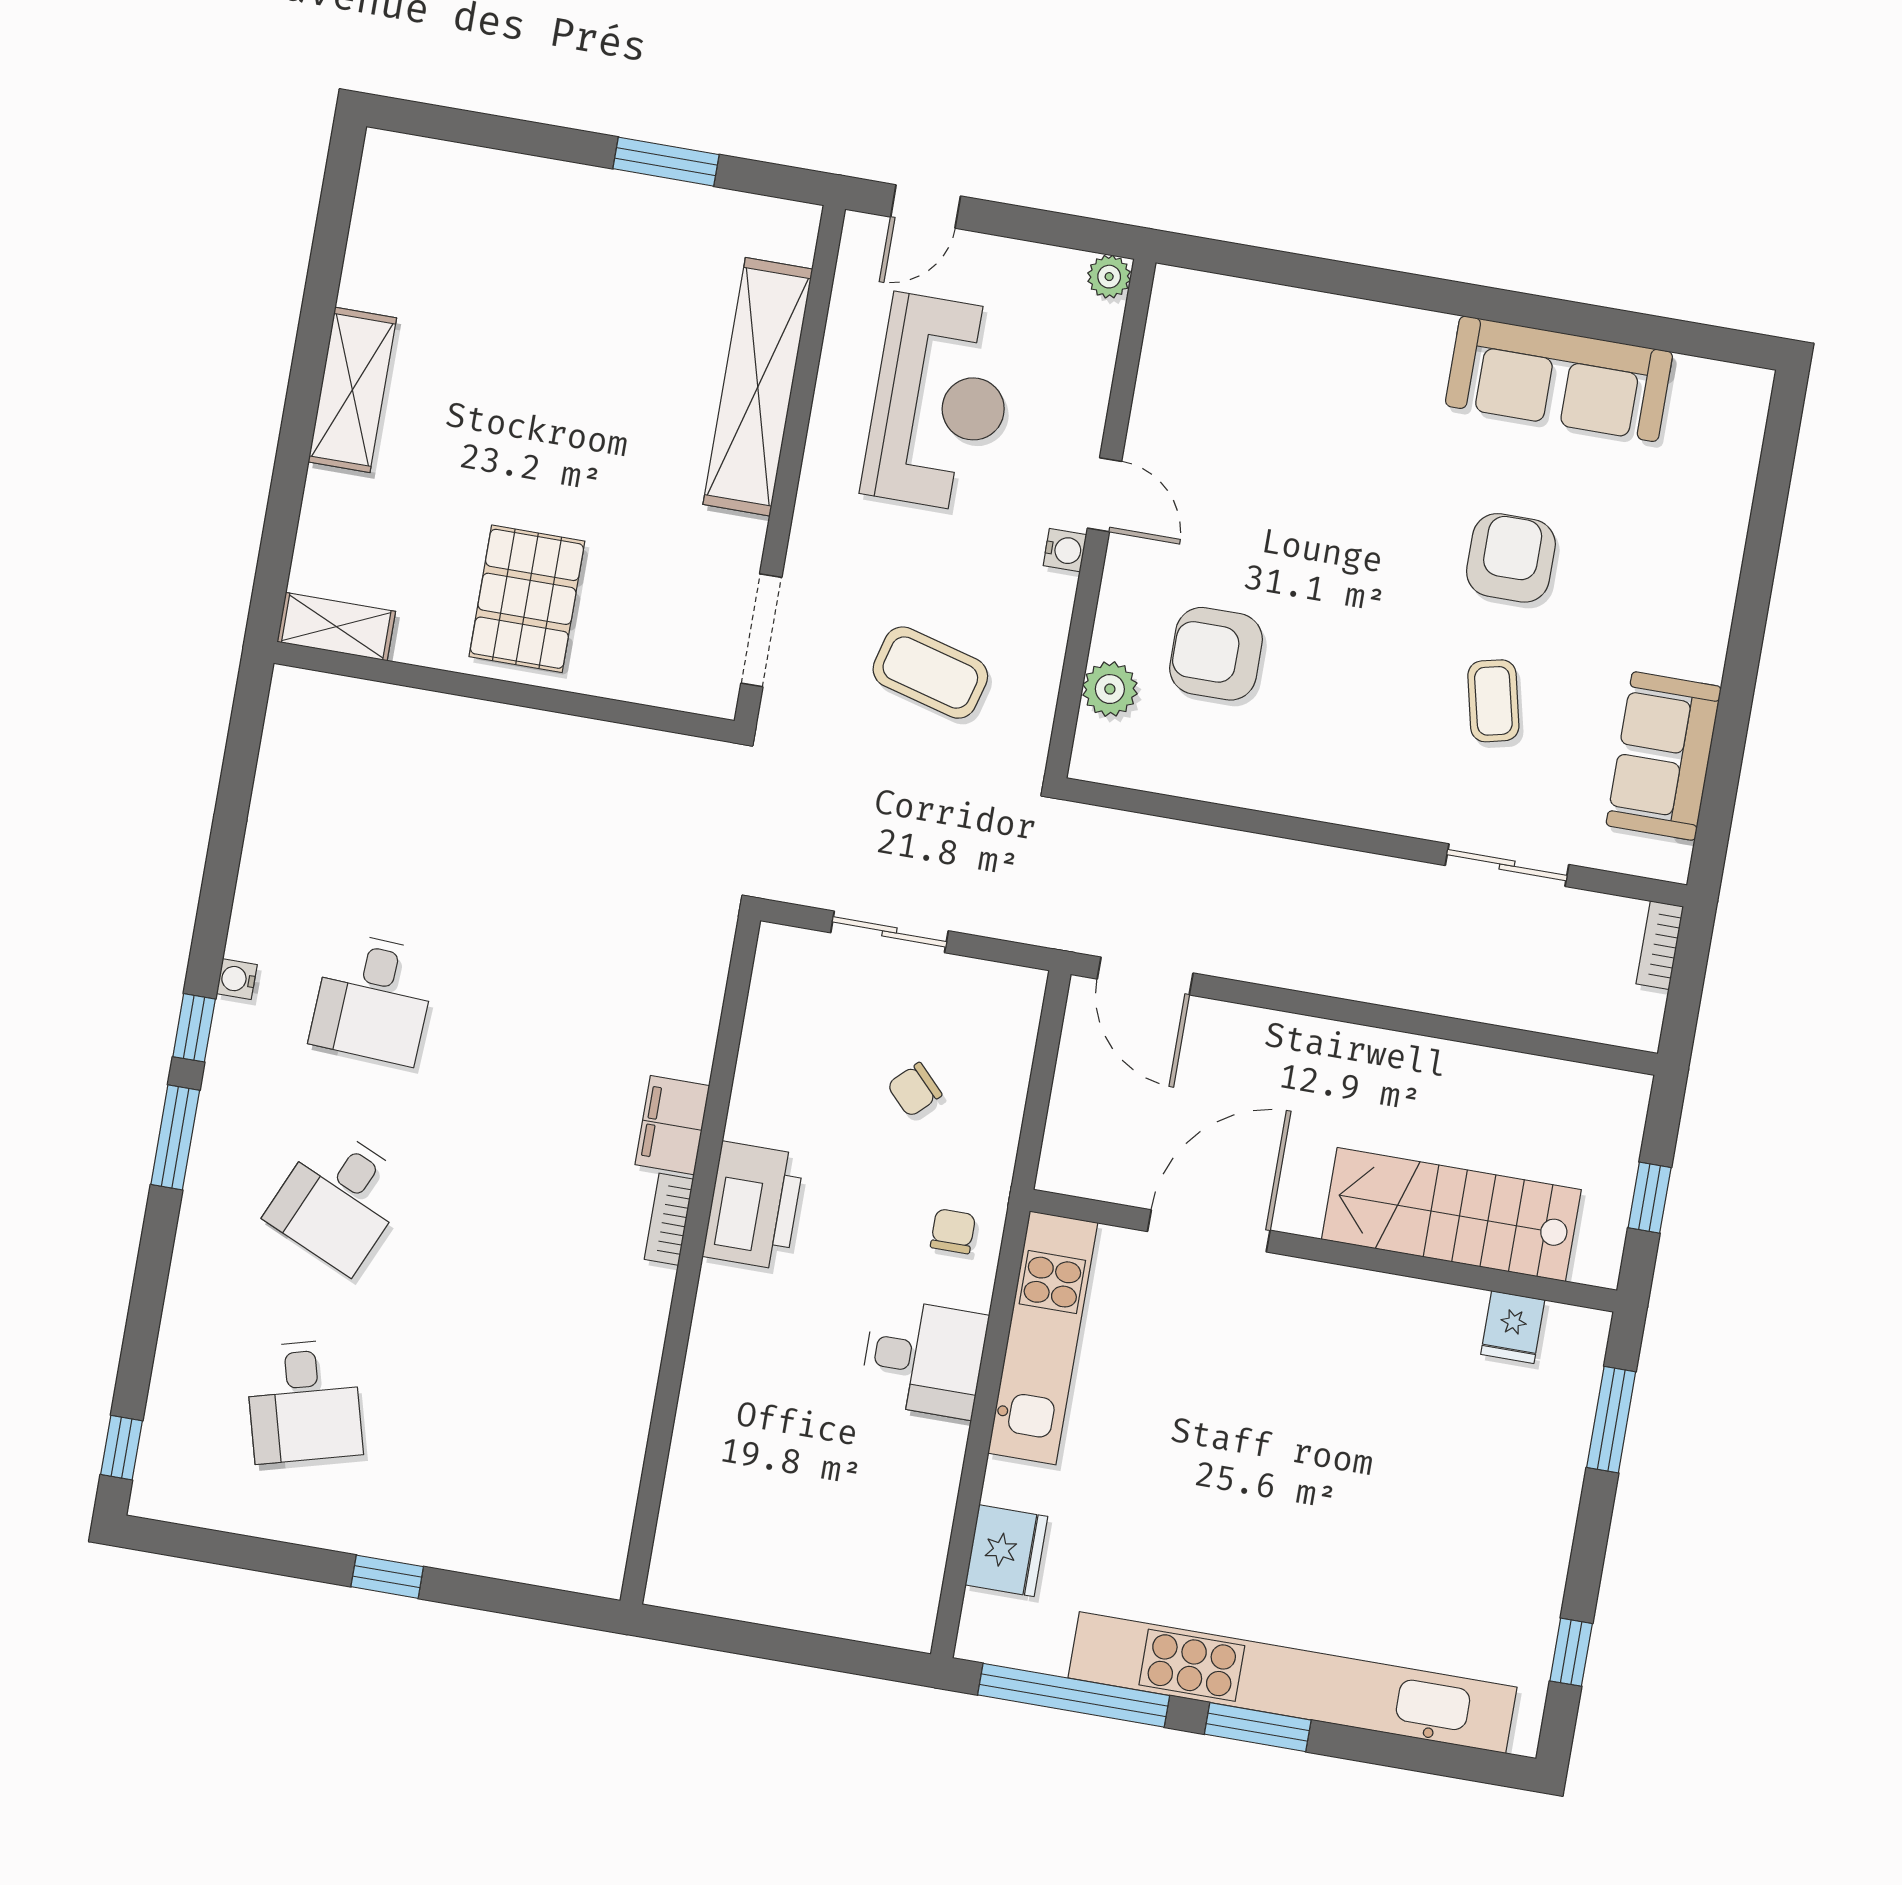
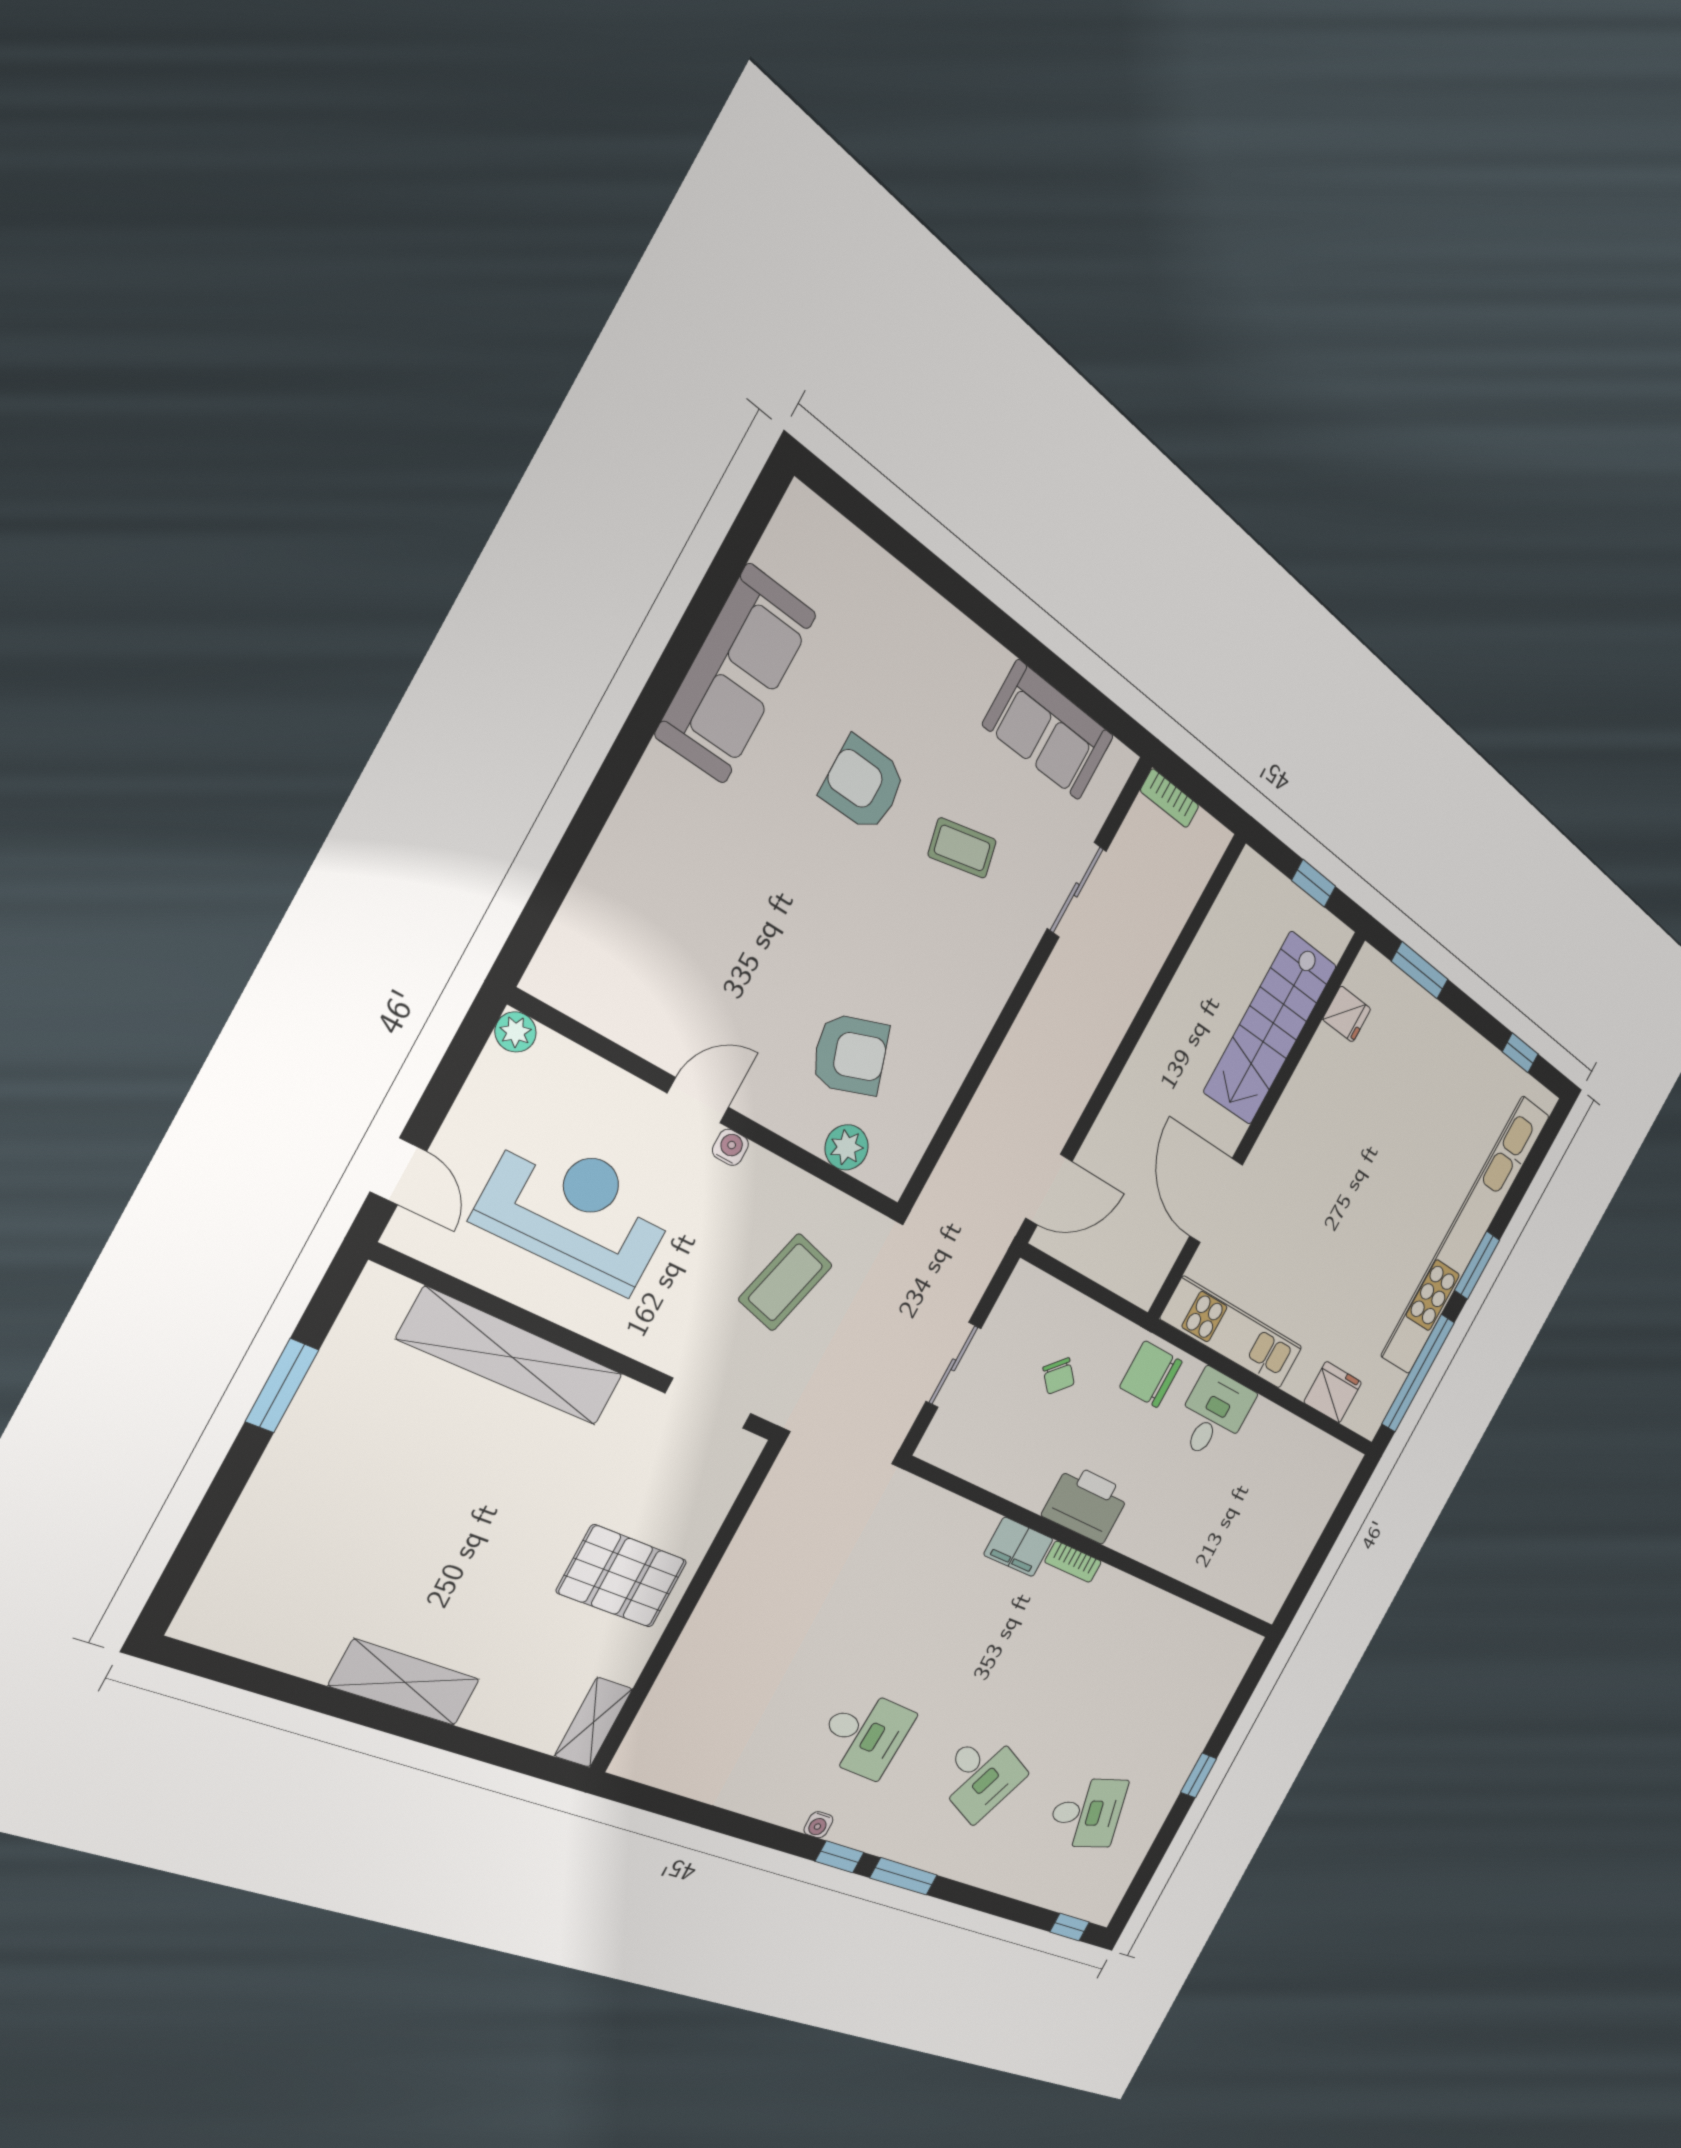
armchair: (1216, 654) -> (850, 1055), turned -109
chair: (953, 1231) -> (1151, 1374), width x1.87, depth x1.87

